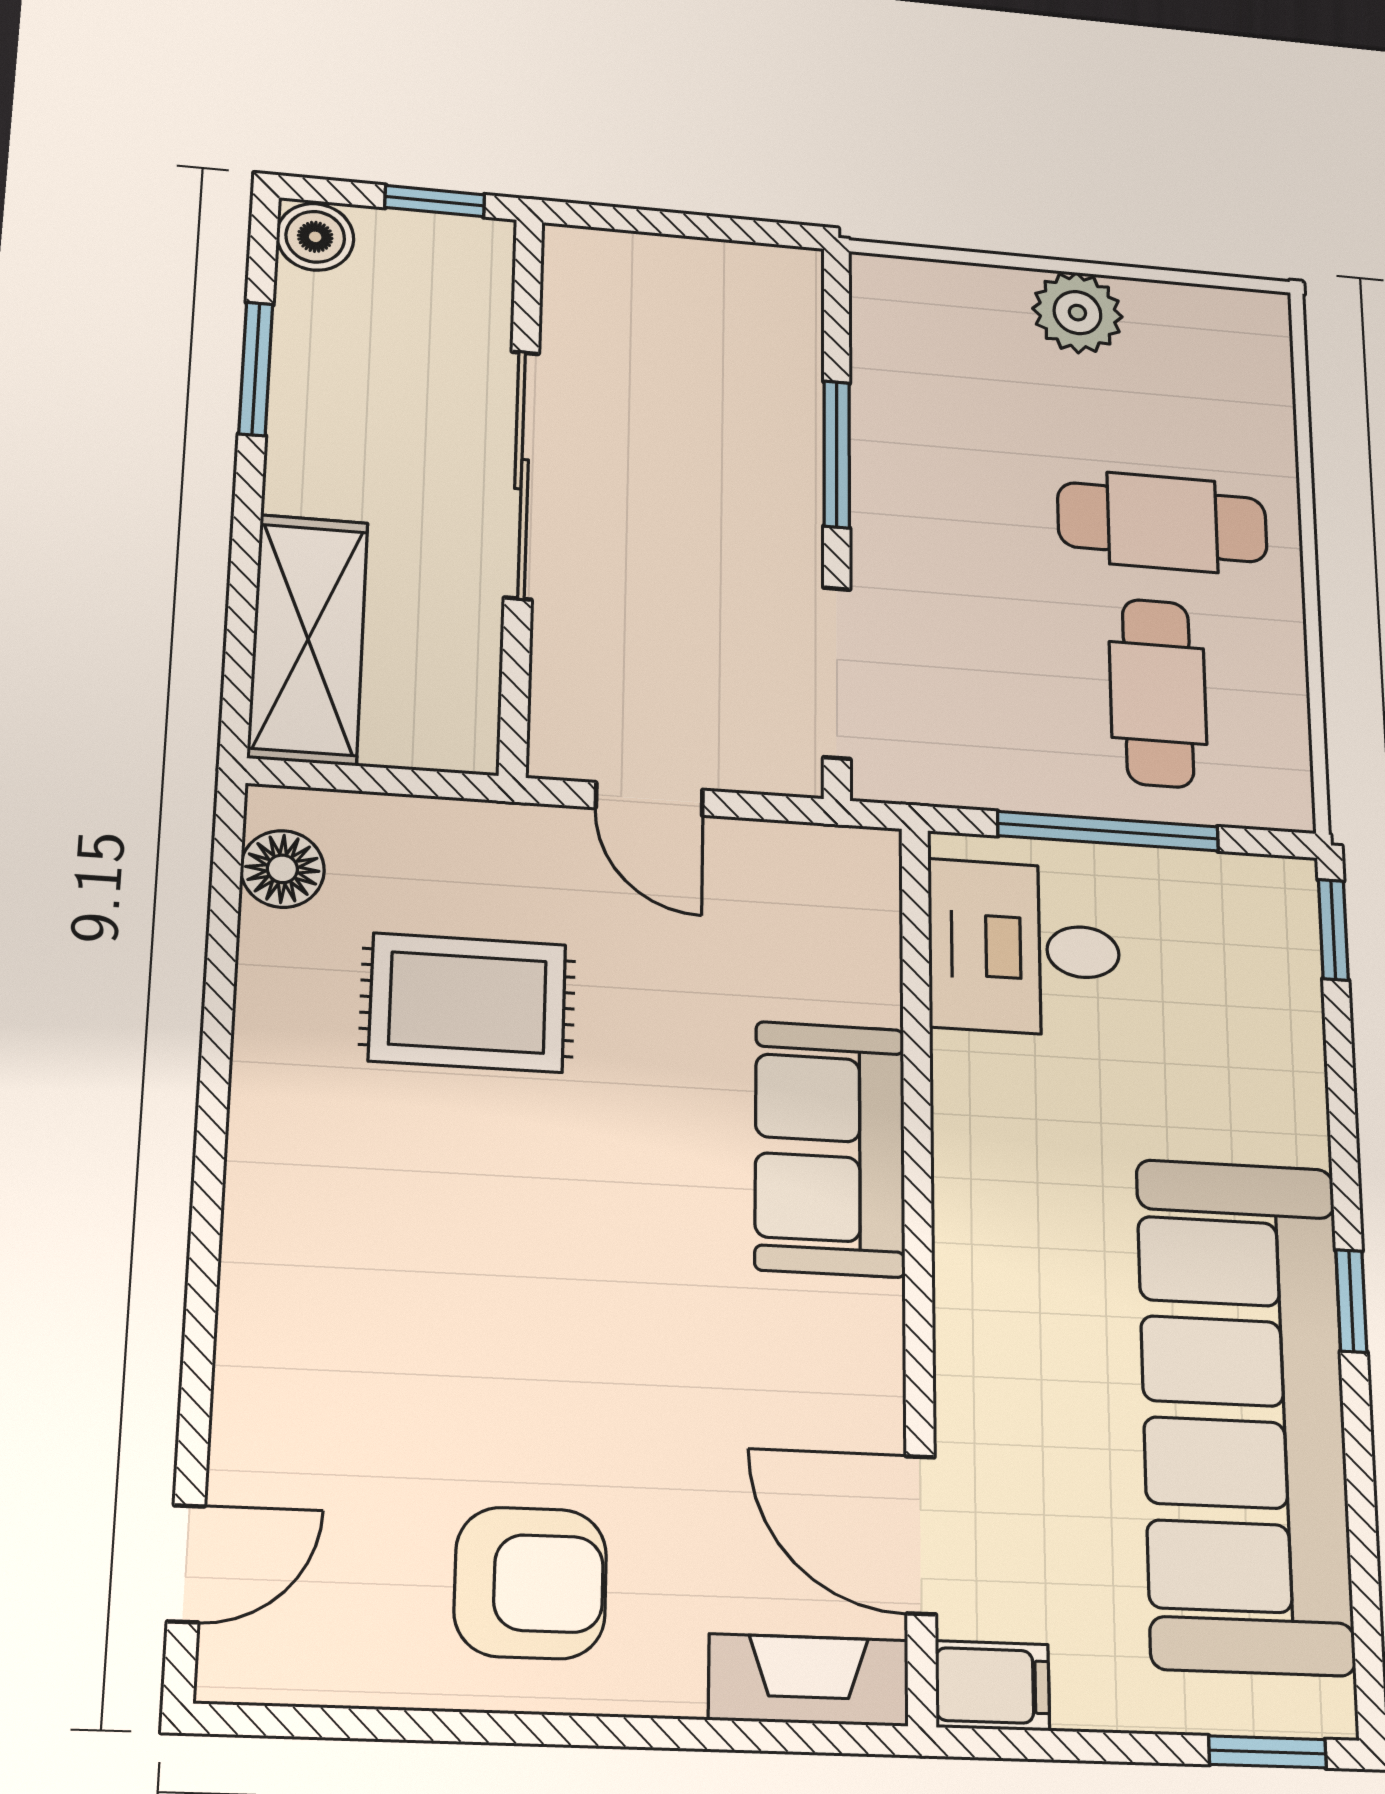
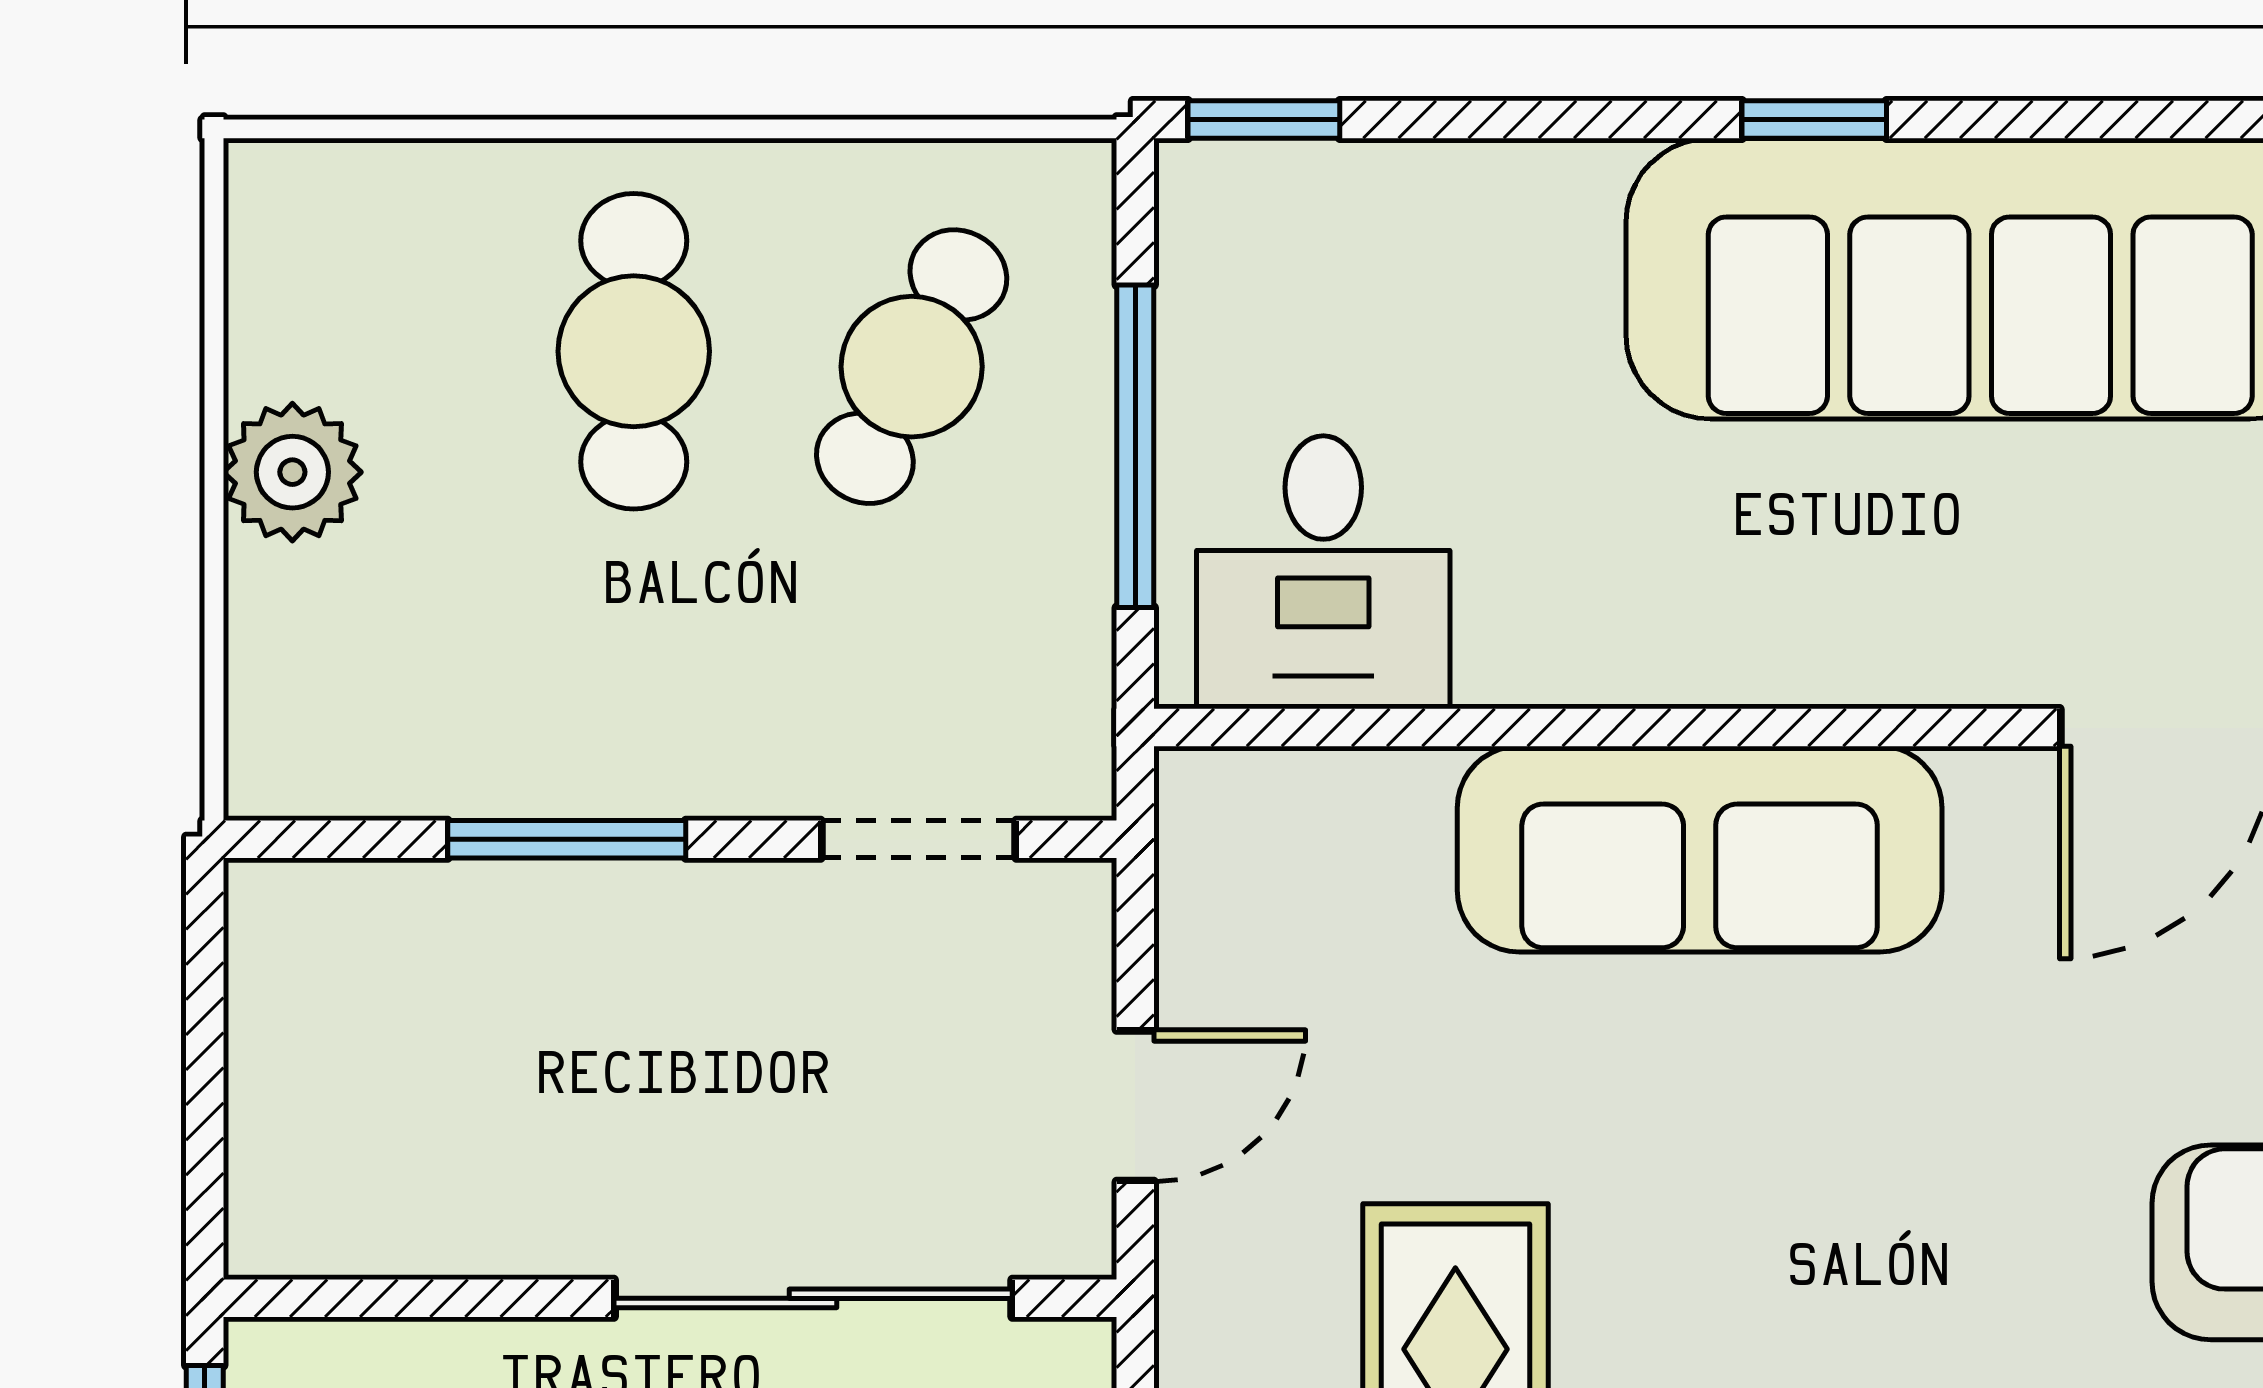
sliding door: (522, 474) -> (813, 1298), moved
doorway: (837, 673) -> (918, 839), width x0.73
cafe table: (1158, 693) -> (912, 367), turned -63
sofa: (830, 1149) -> (1700, 849), width x1.36

